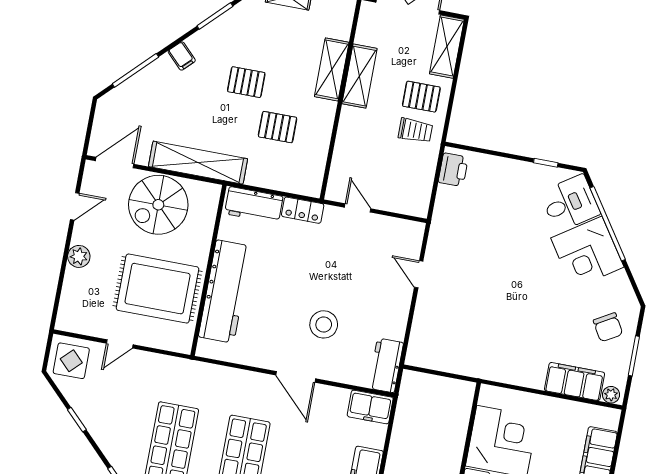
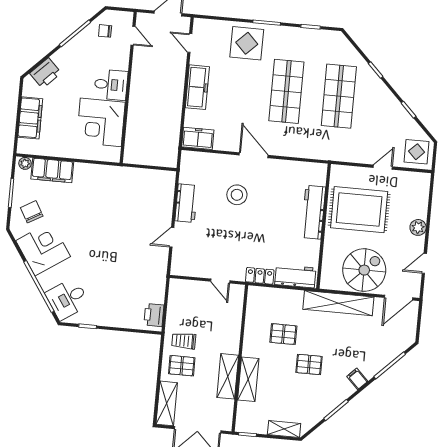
corner desk: (587, 253) -> (43, 249), moved
door: (419, 274) -> (172, 237), swing flipped
workbench: (225, 292) -> (313, 212), width x0.73, depth x0.76
workbench: (386, 365) -> (186, 203), moved

